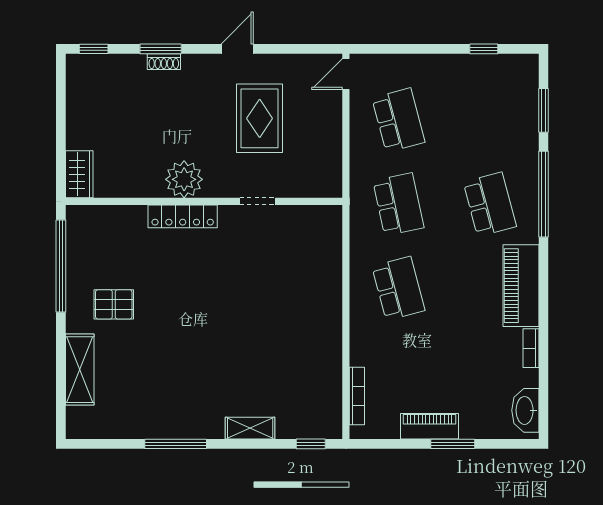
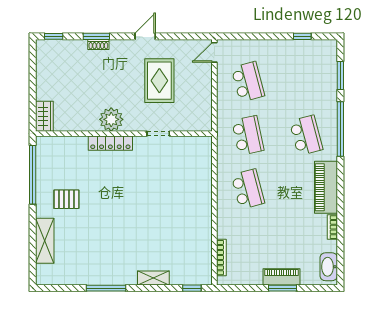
piano: (430, 426) -> (281, 277), moved

